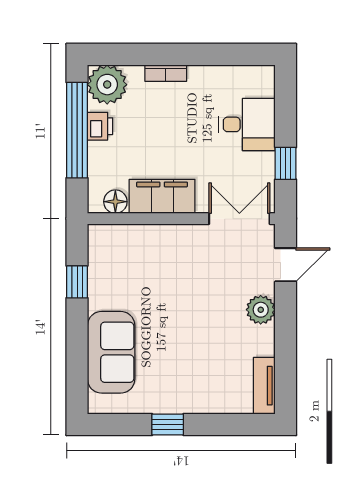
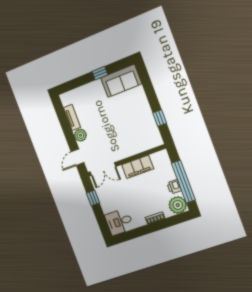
desk: (247, 124) -> (119, 222), moved
floor lamp: (115, 202) -> (156, 158), removed
sofa: (111, 352) -> (121, 81), moved, turned -90
tv unit: (264, 386) -> (72, 117), moved

